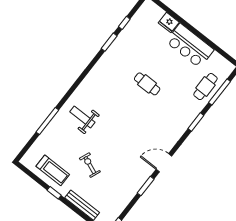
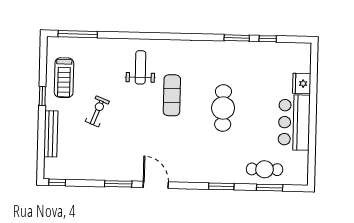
cafe table: (147, 84) -> (223, 108), width x1.37, depth x1.35
window: (219, 92) -> (270, 188), width x0.69
exercise mat: (115, 110) -> (172, 95), added
window: (47, 121) -> (78, 34), moved

